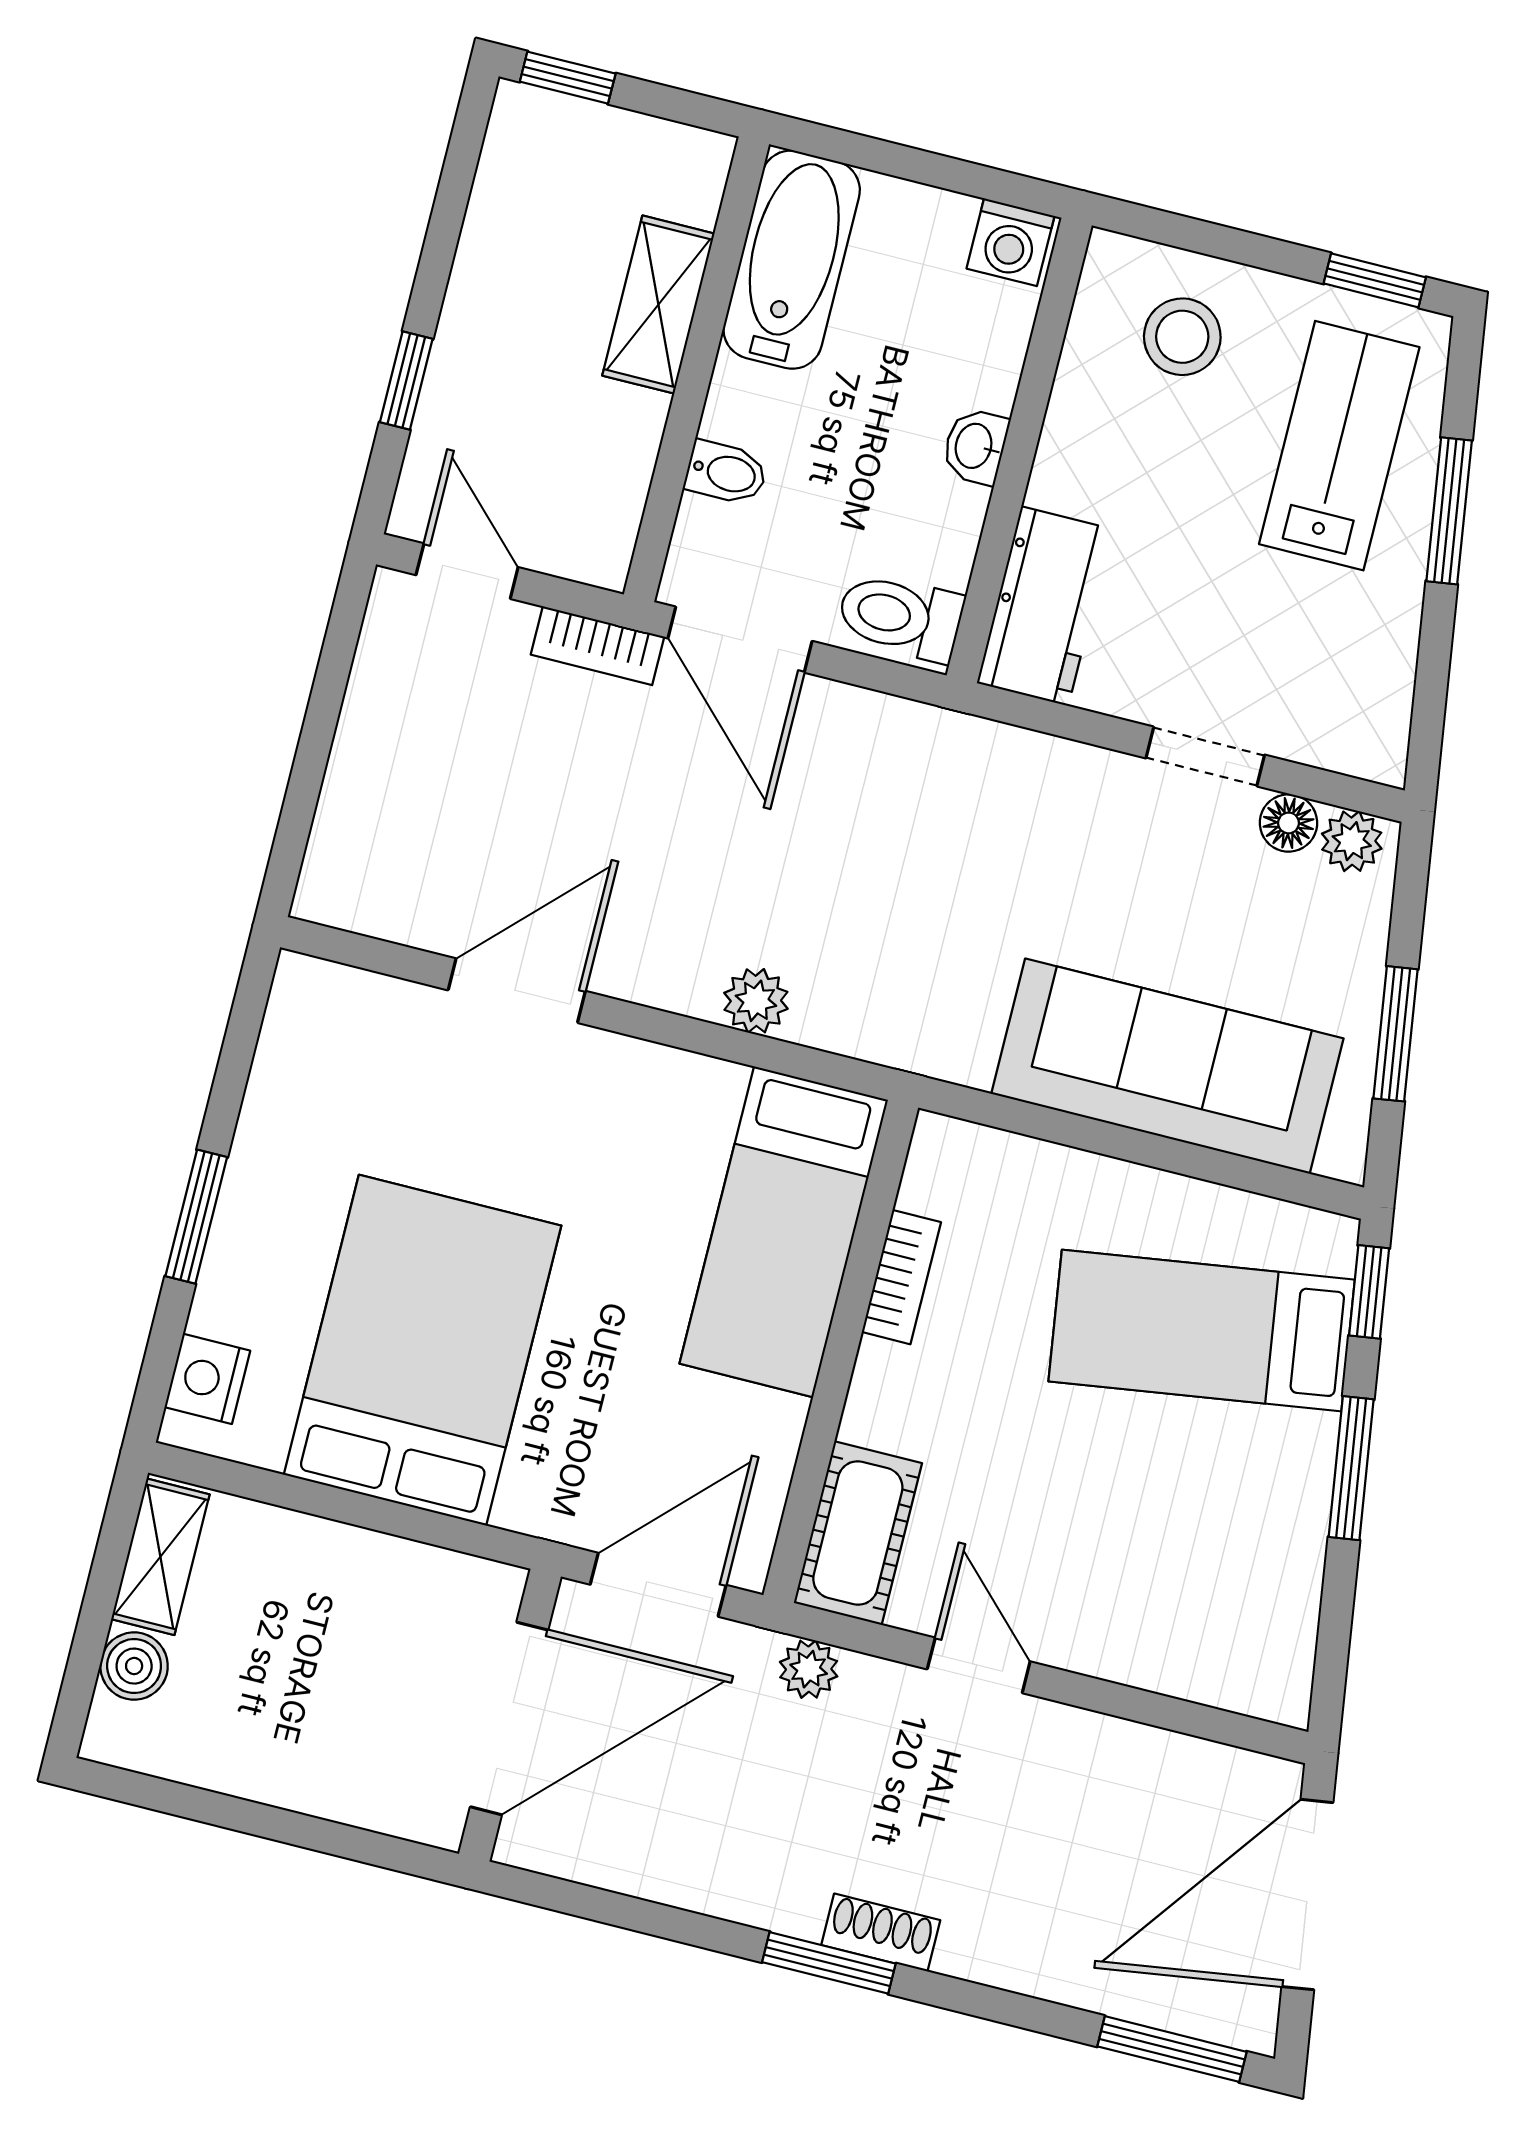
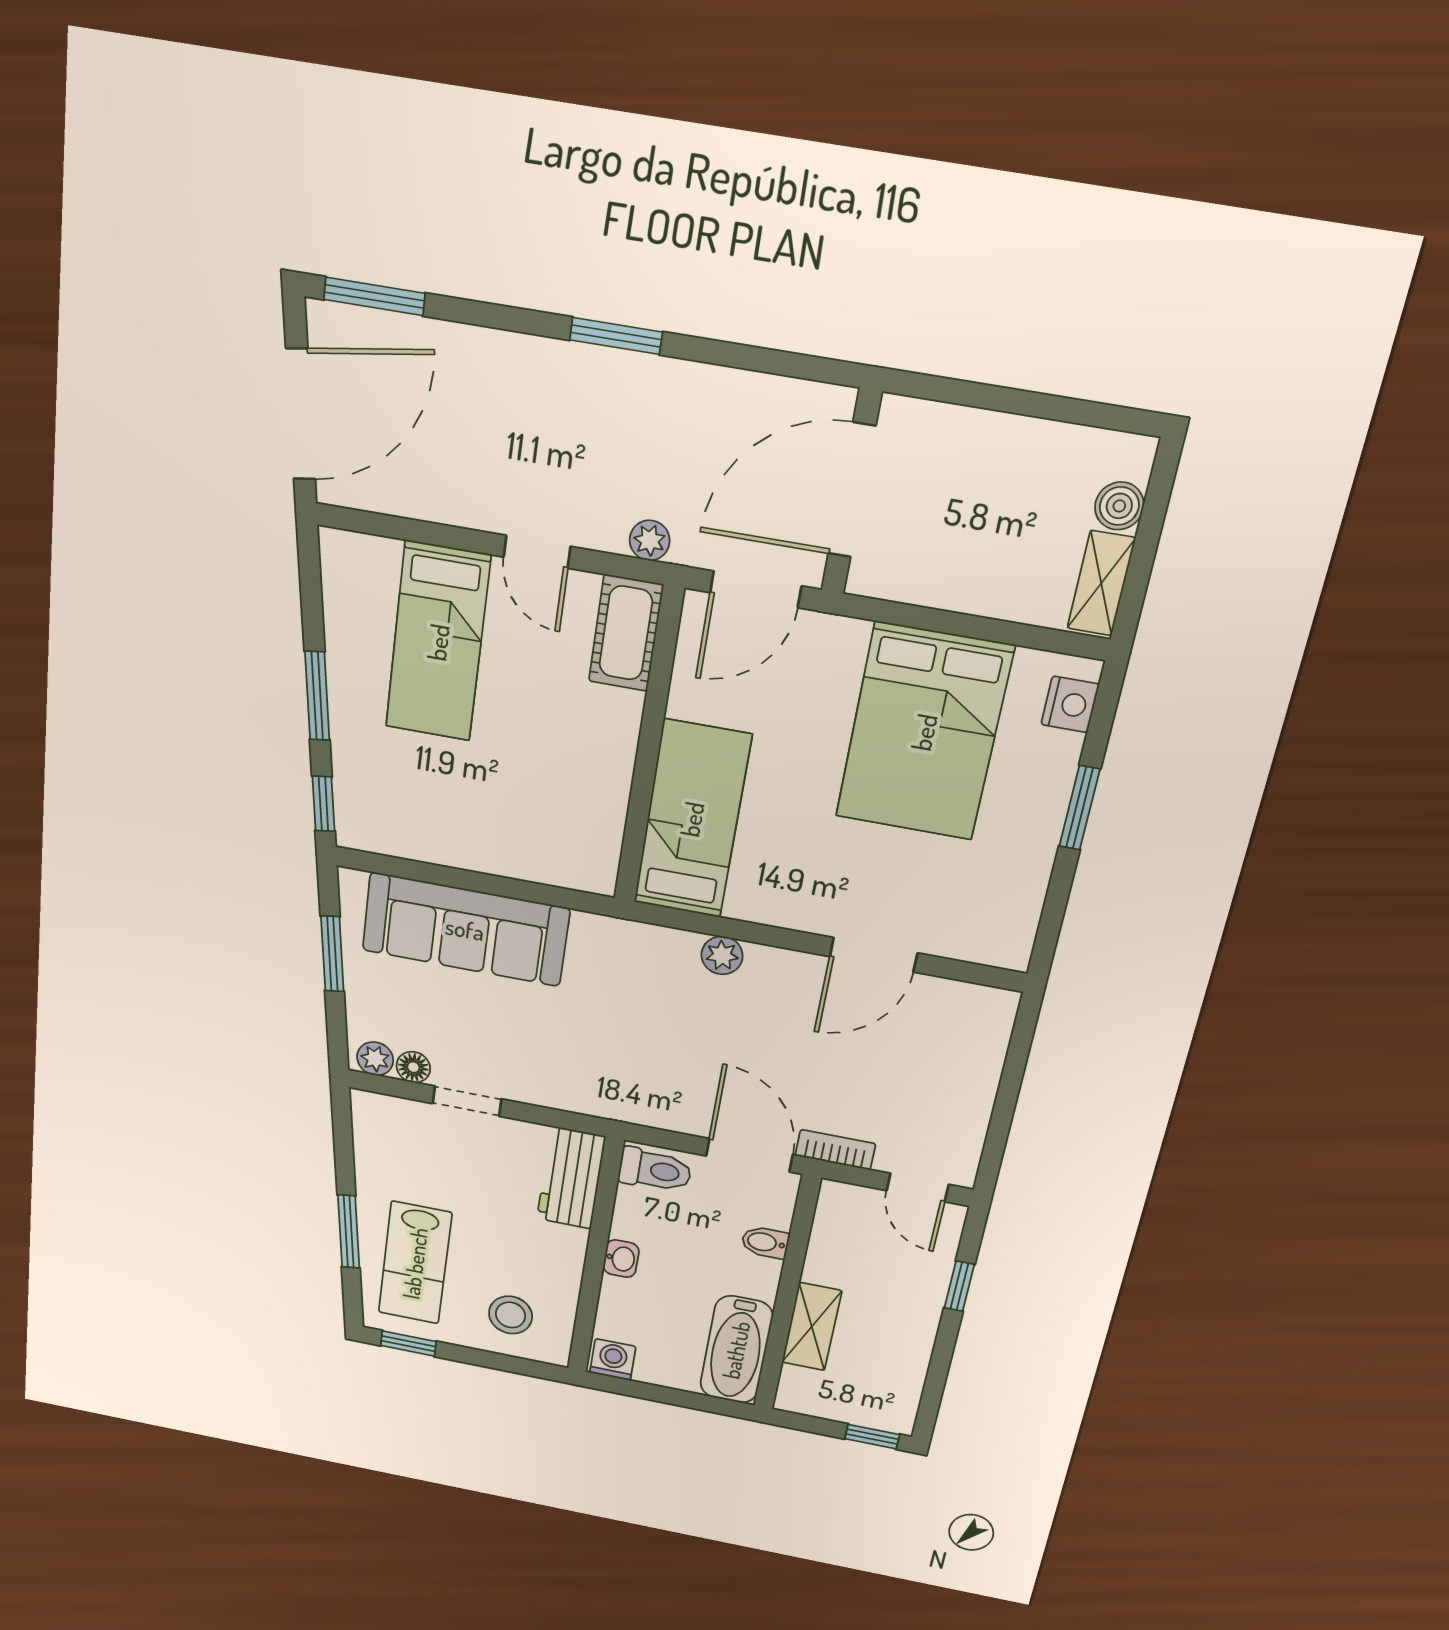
bookcase: (901, 1277) -> (615, 796), removed
bed: (1202, 1331) -> (438, 642), moved, turned 98
shoe rack: (881, 1933) -> (582, 361), removed

